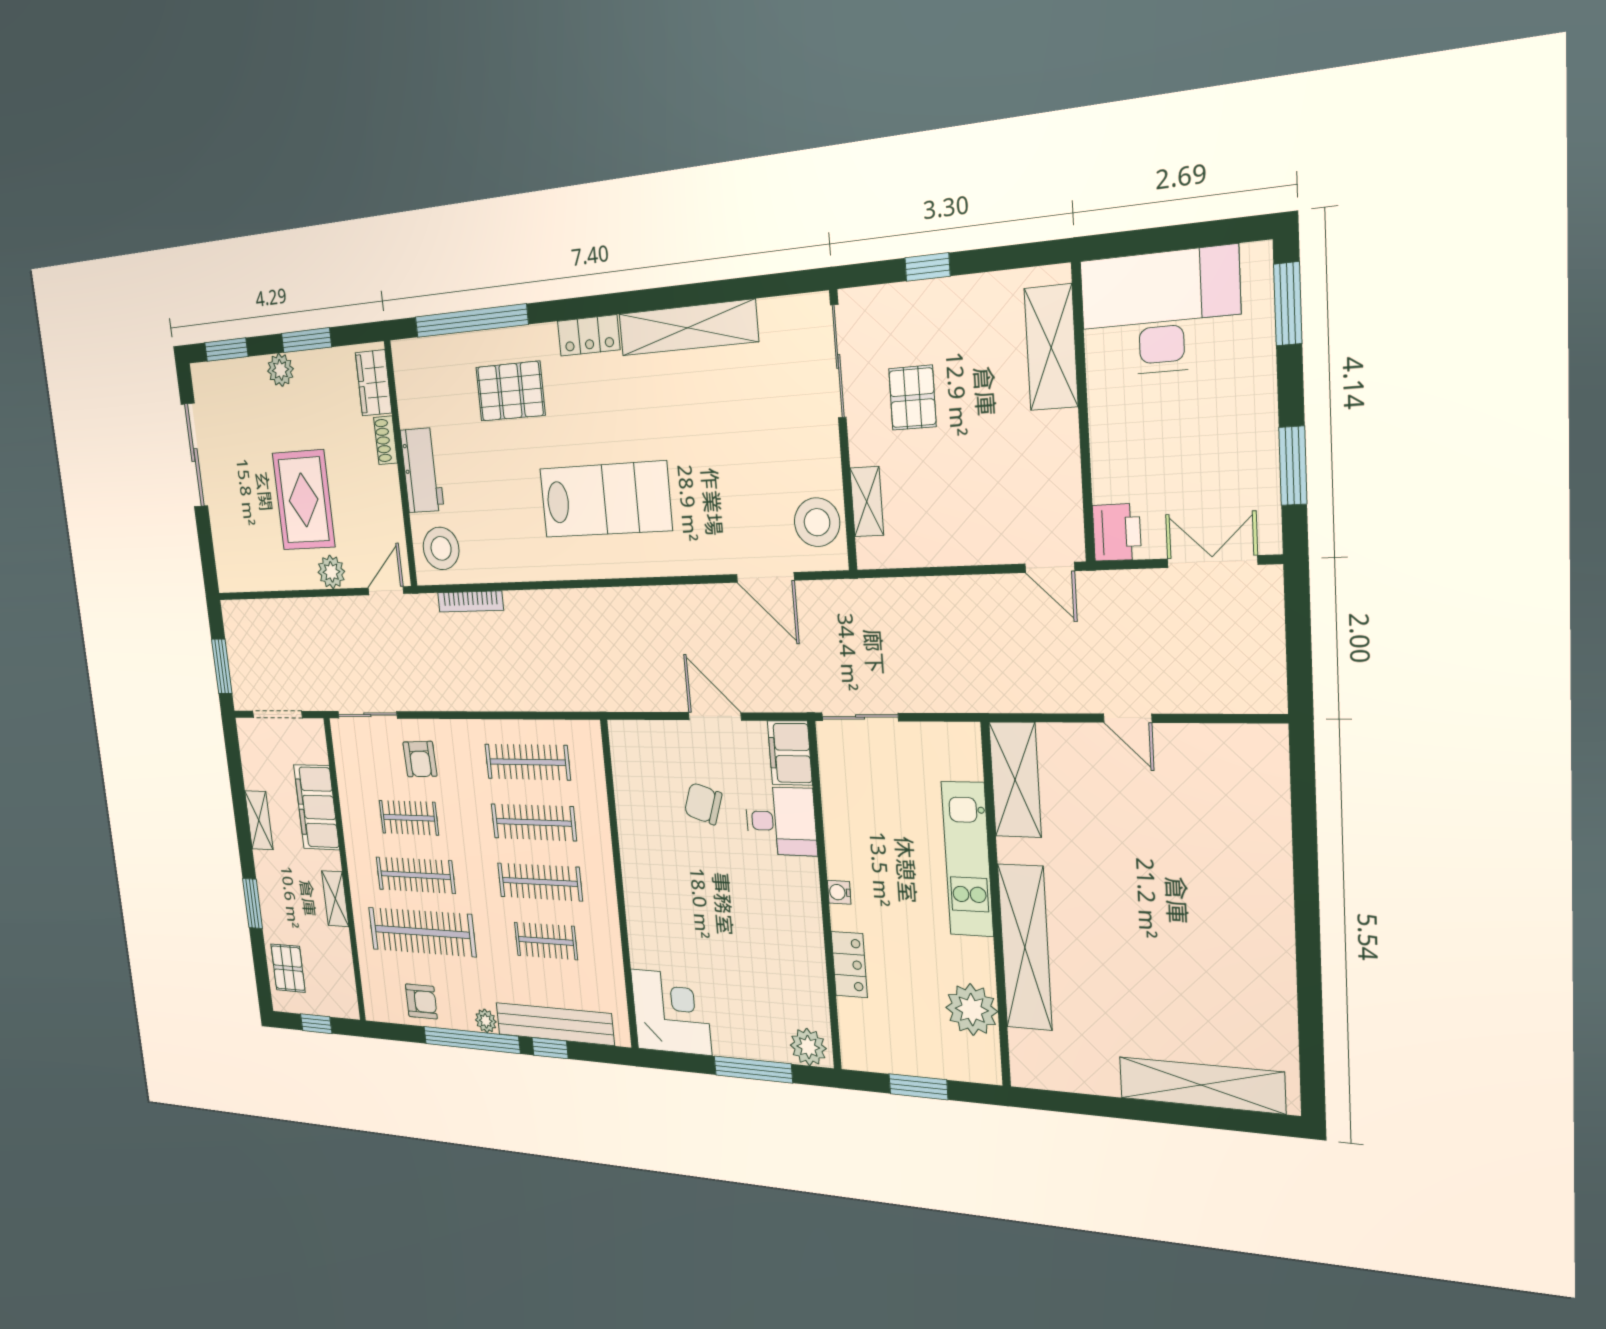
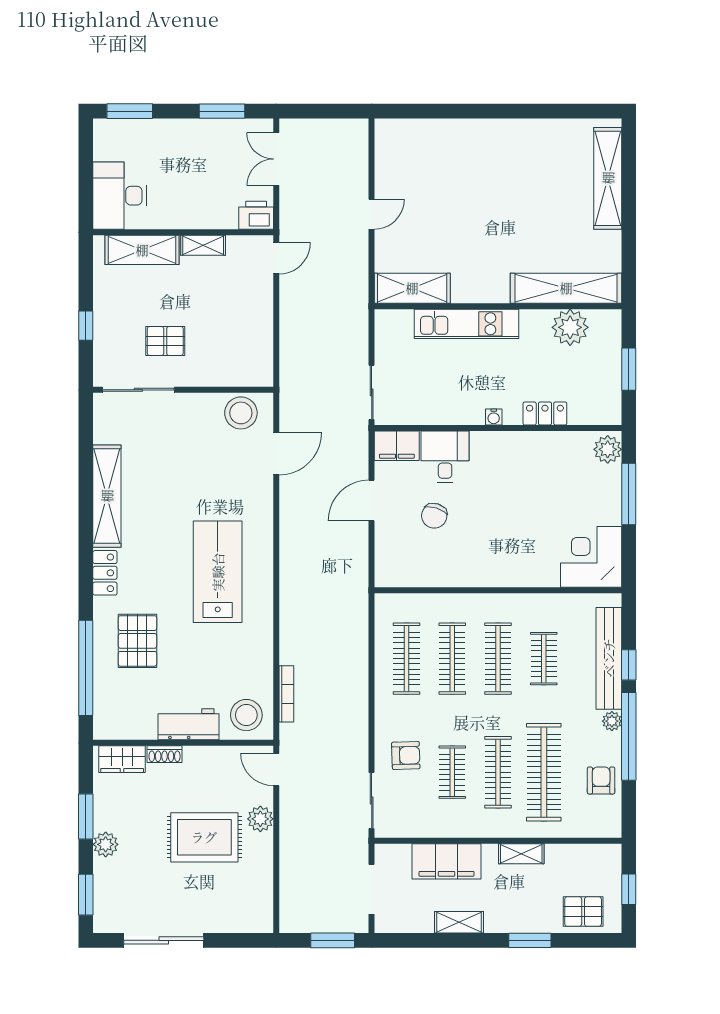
desk: (1160, 312) -> (120, 196), width x0.73, depth x0.77
shelving: (867, 502) -> (203, 245), moved
shelving: (1025, 947) -> (566, 288), moved

